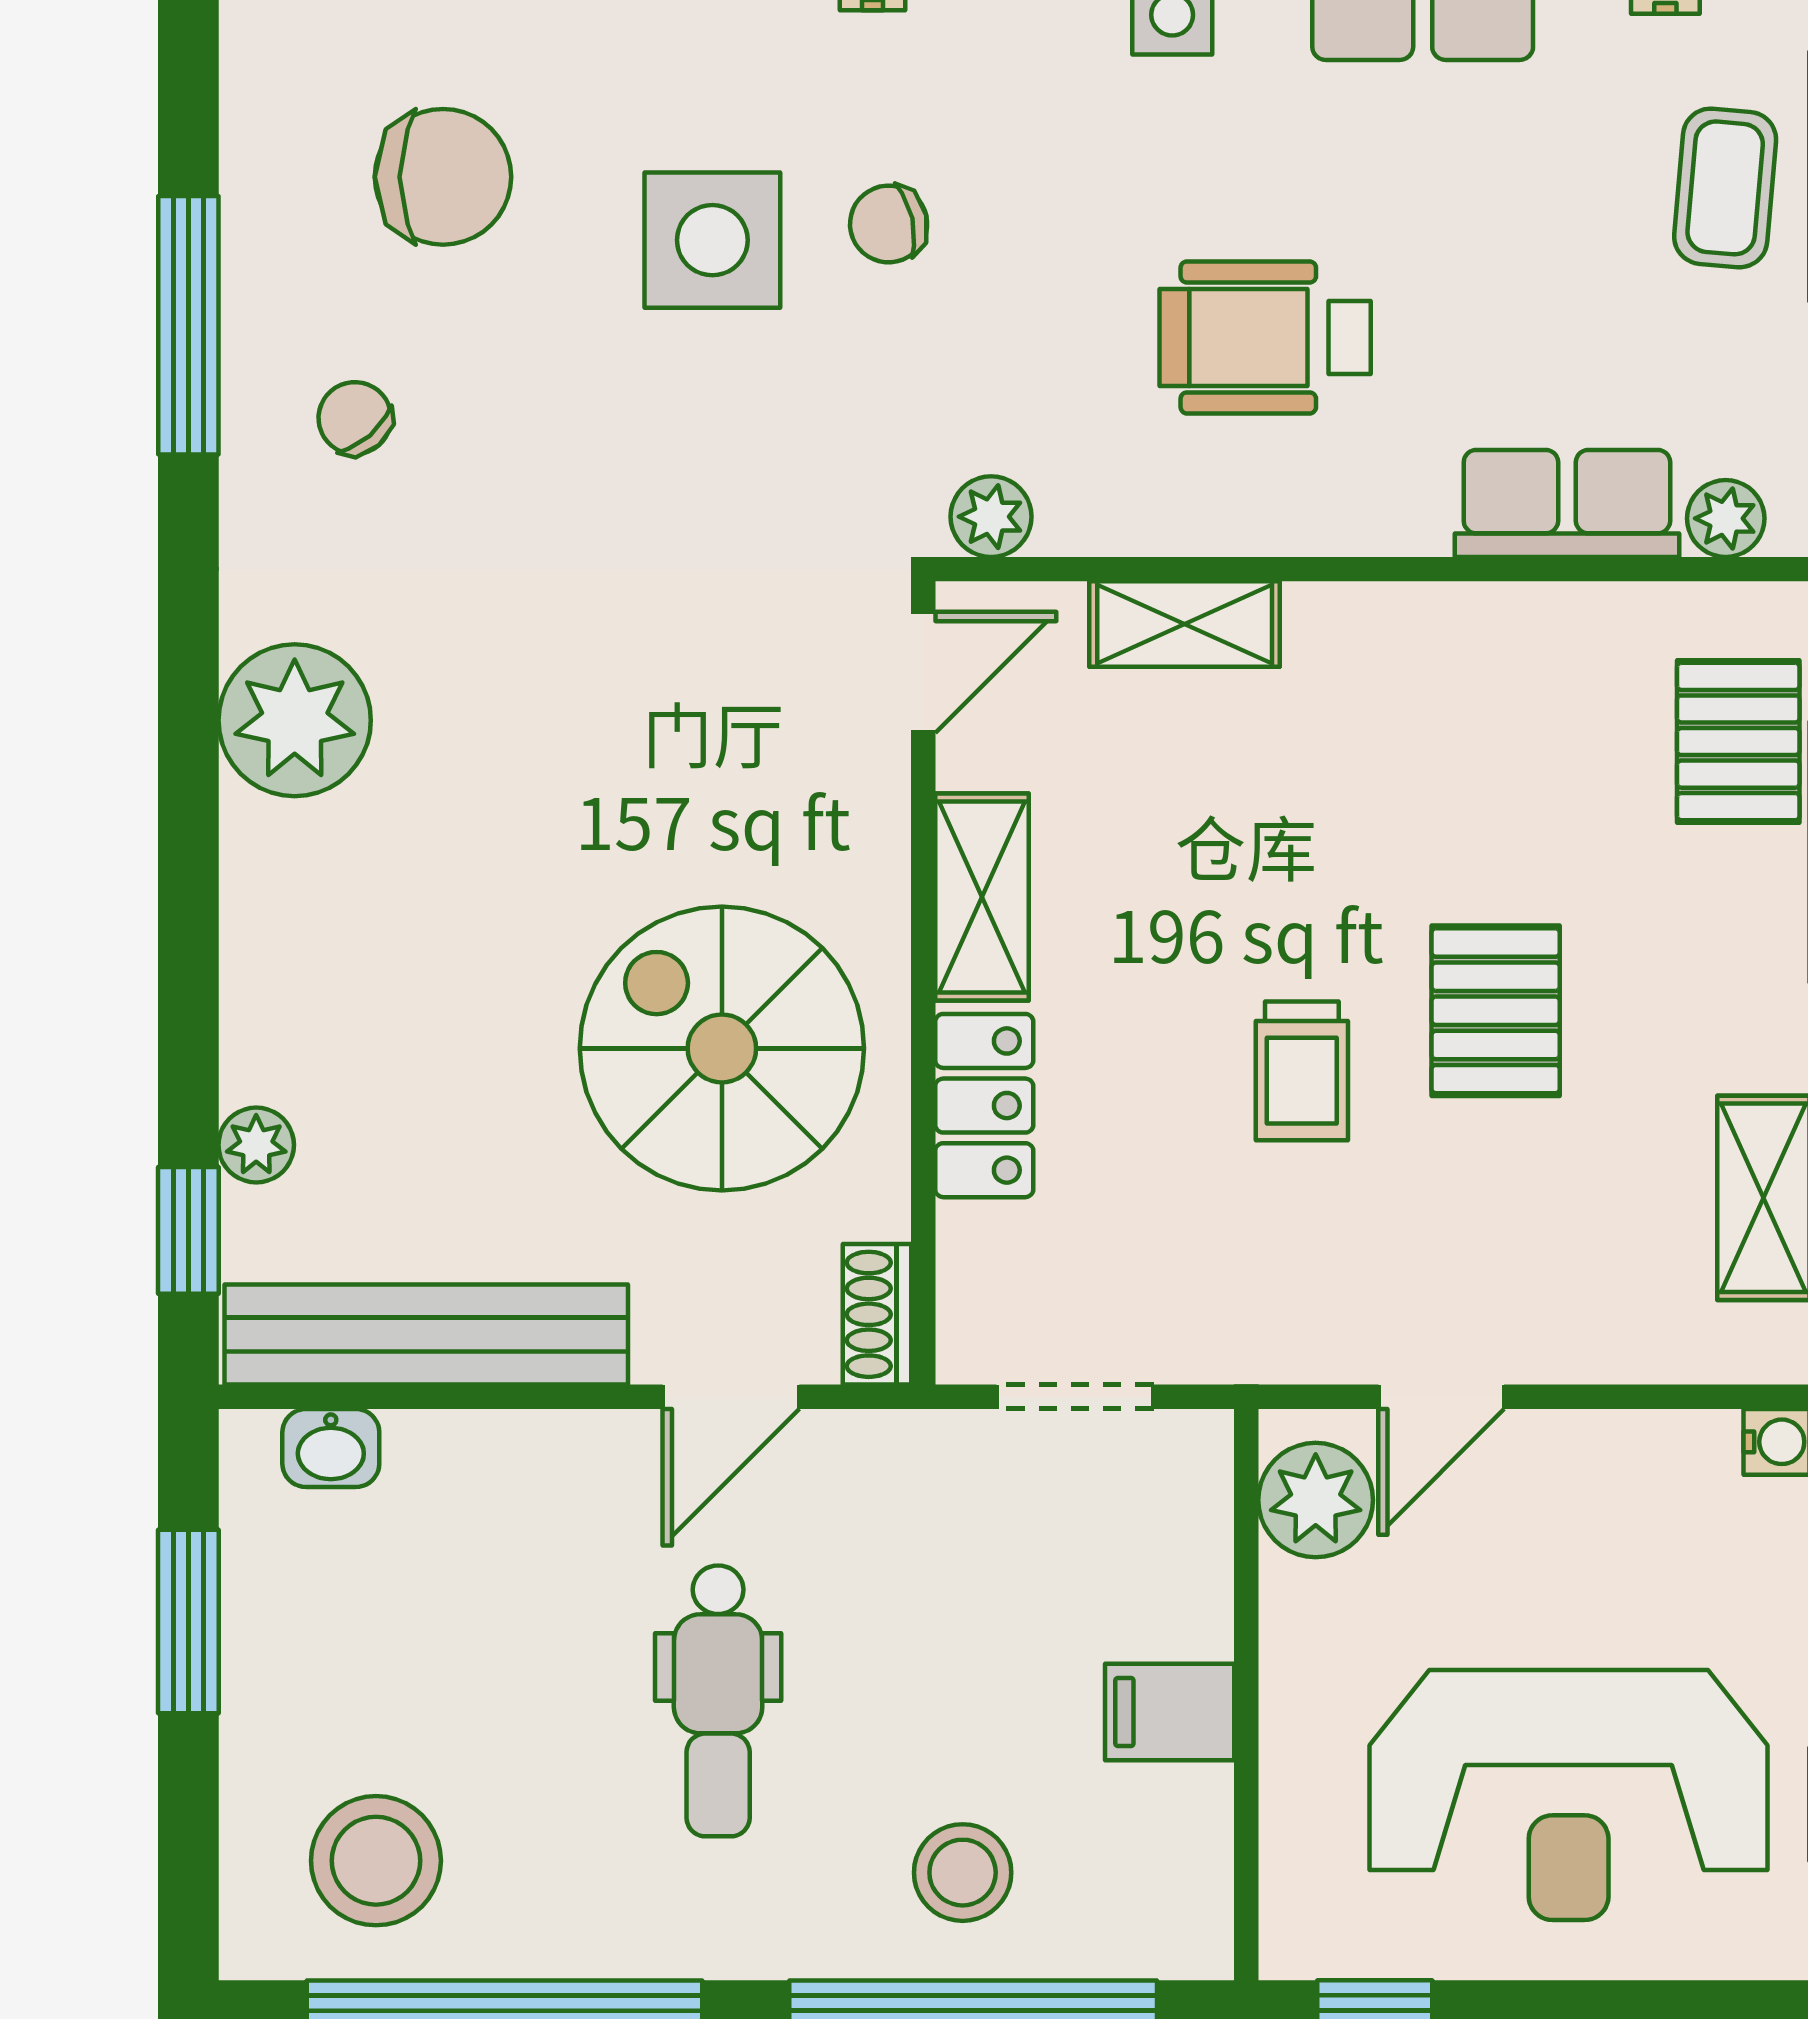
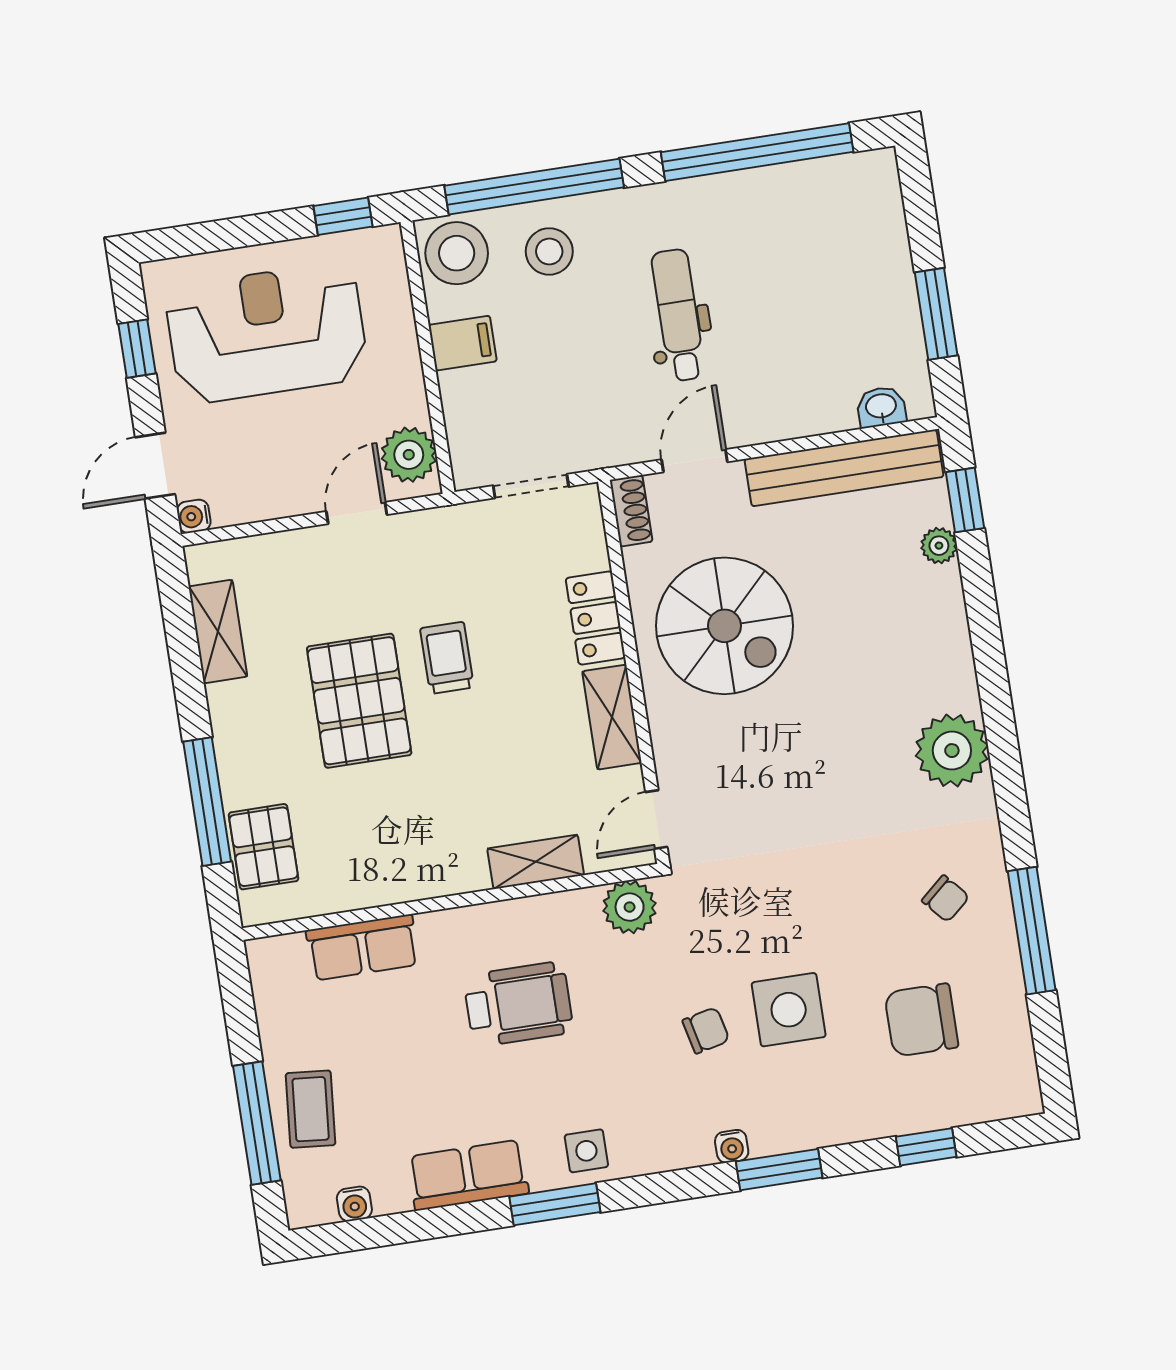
plant: (991, 517) -> (630, 907), width x1.38, depth x1.38
plant: (1726, 518) -> (286, 952), removed
pallet: (1496, 1011) -> (359, 701), width x1.50, depth x1.42
stool: (376, 1861) -> (457, 253), moved

